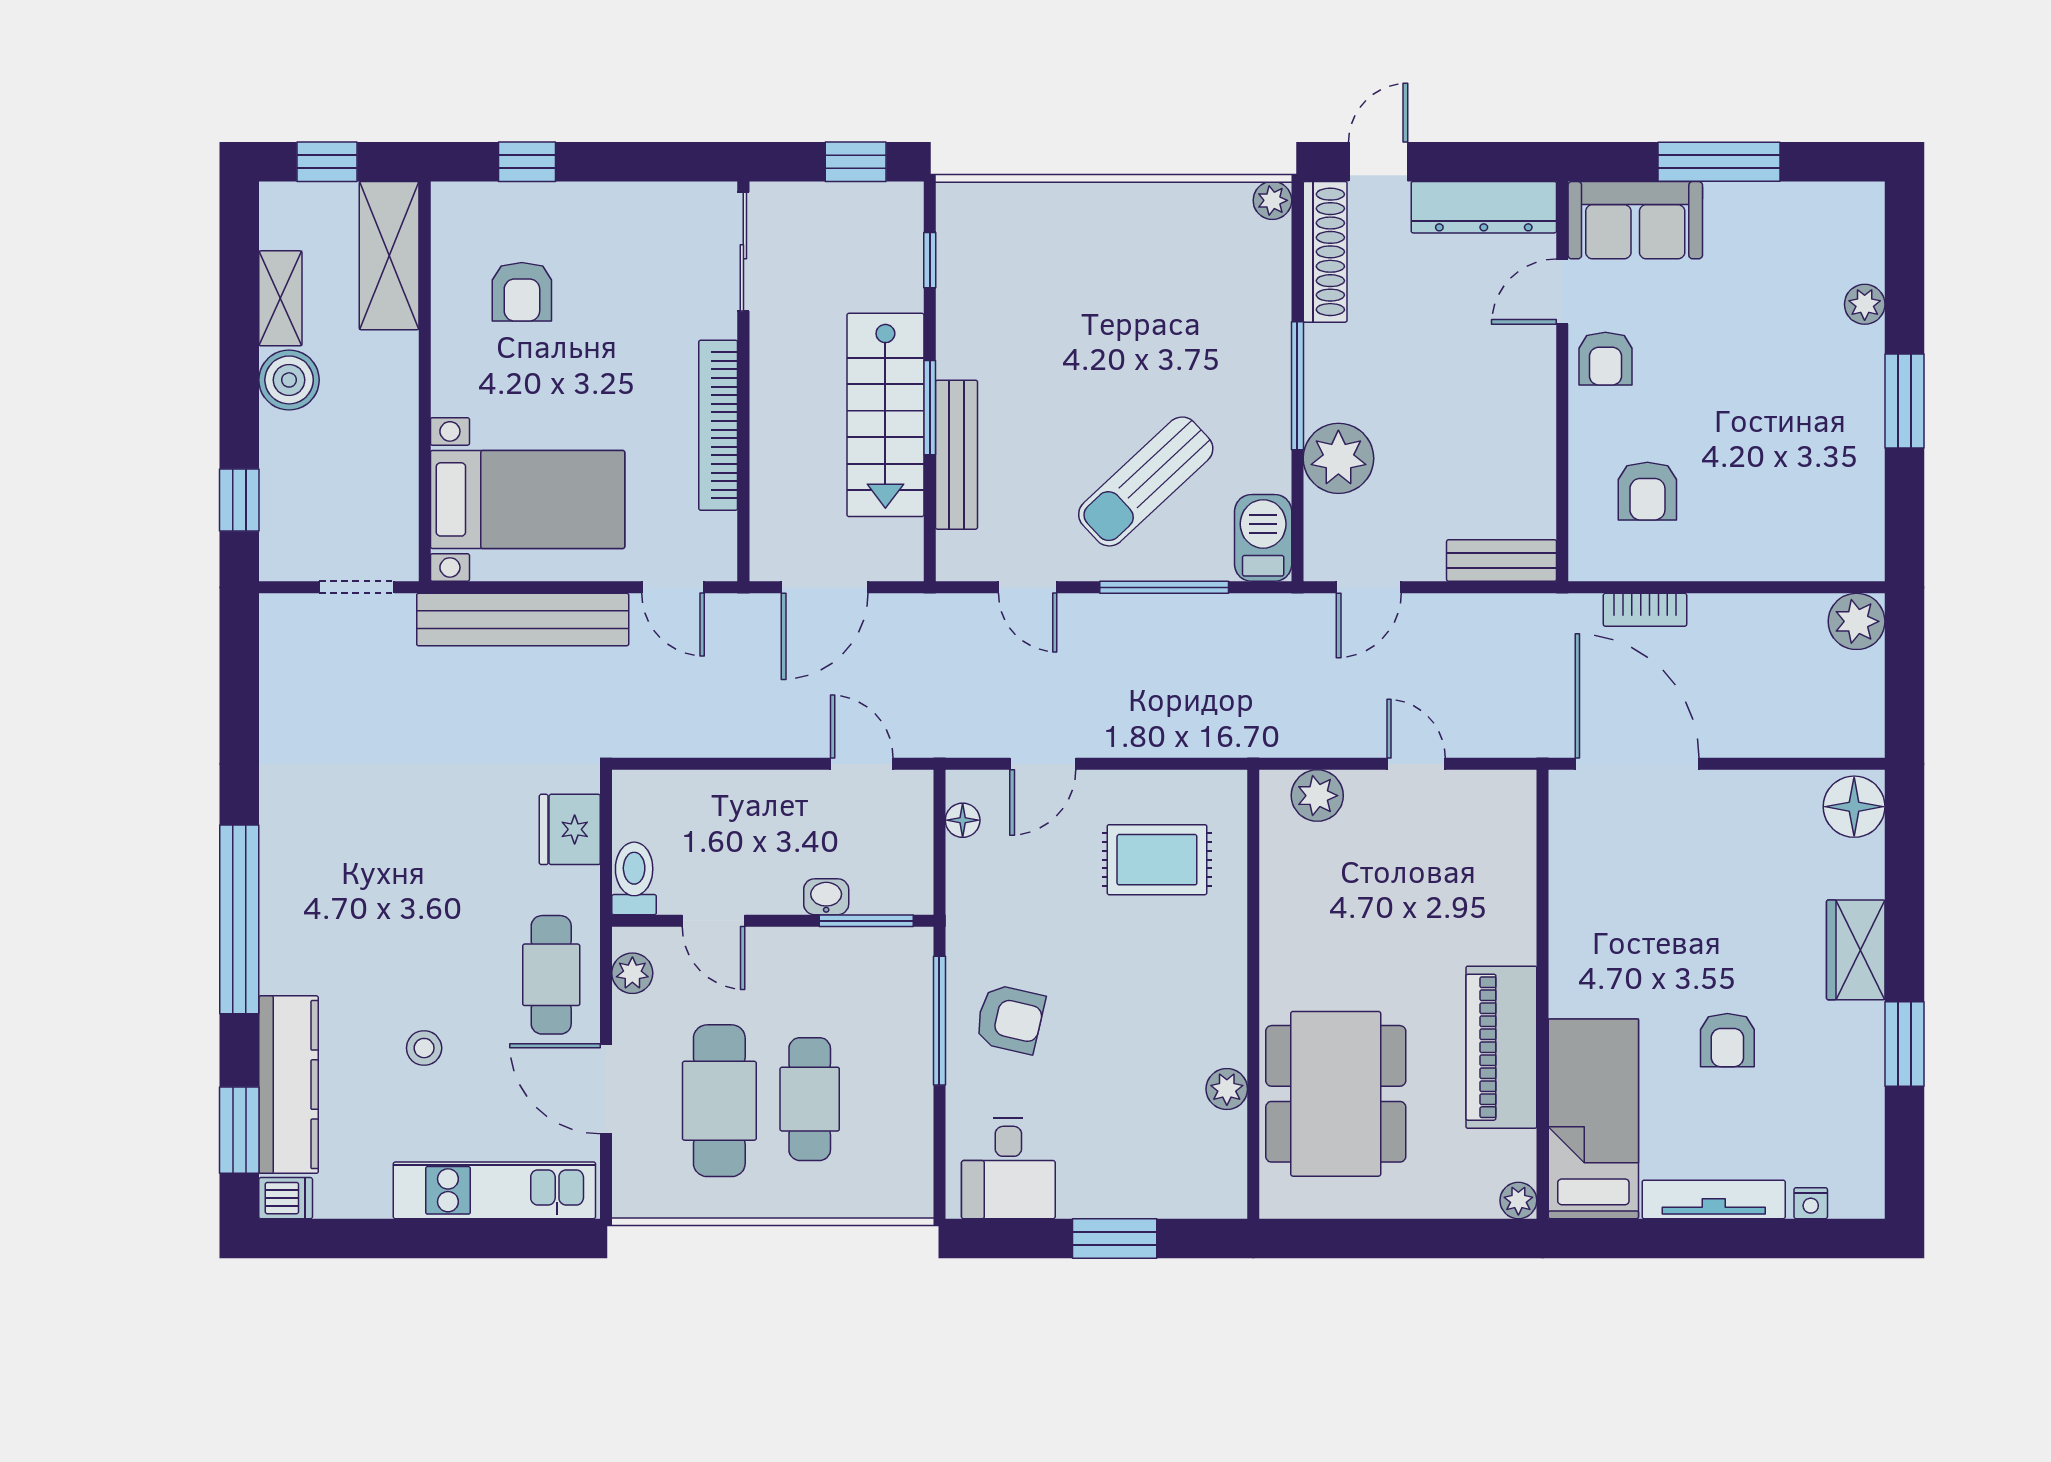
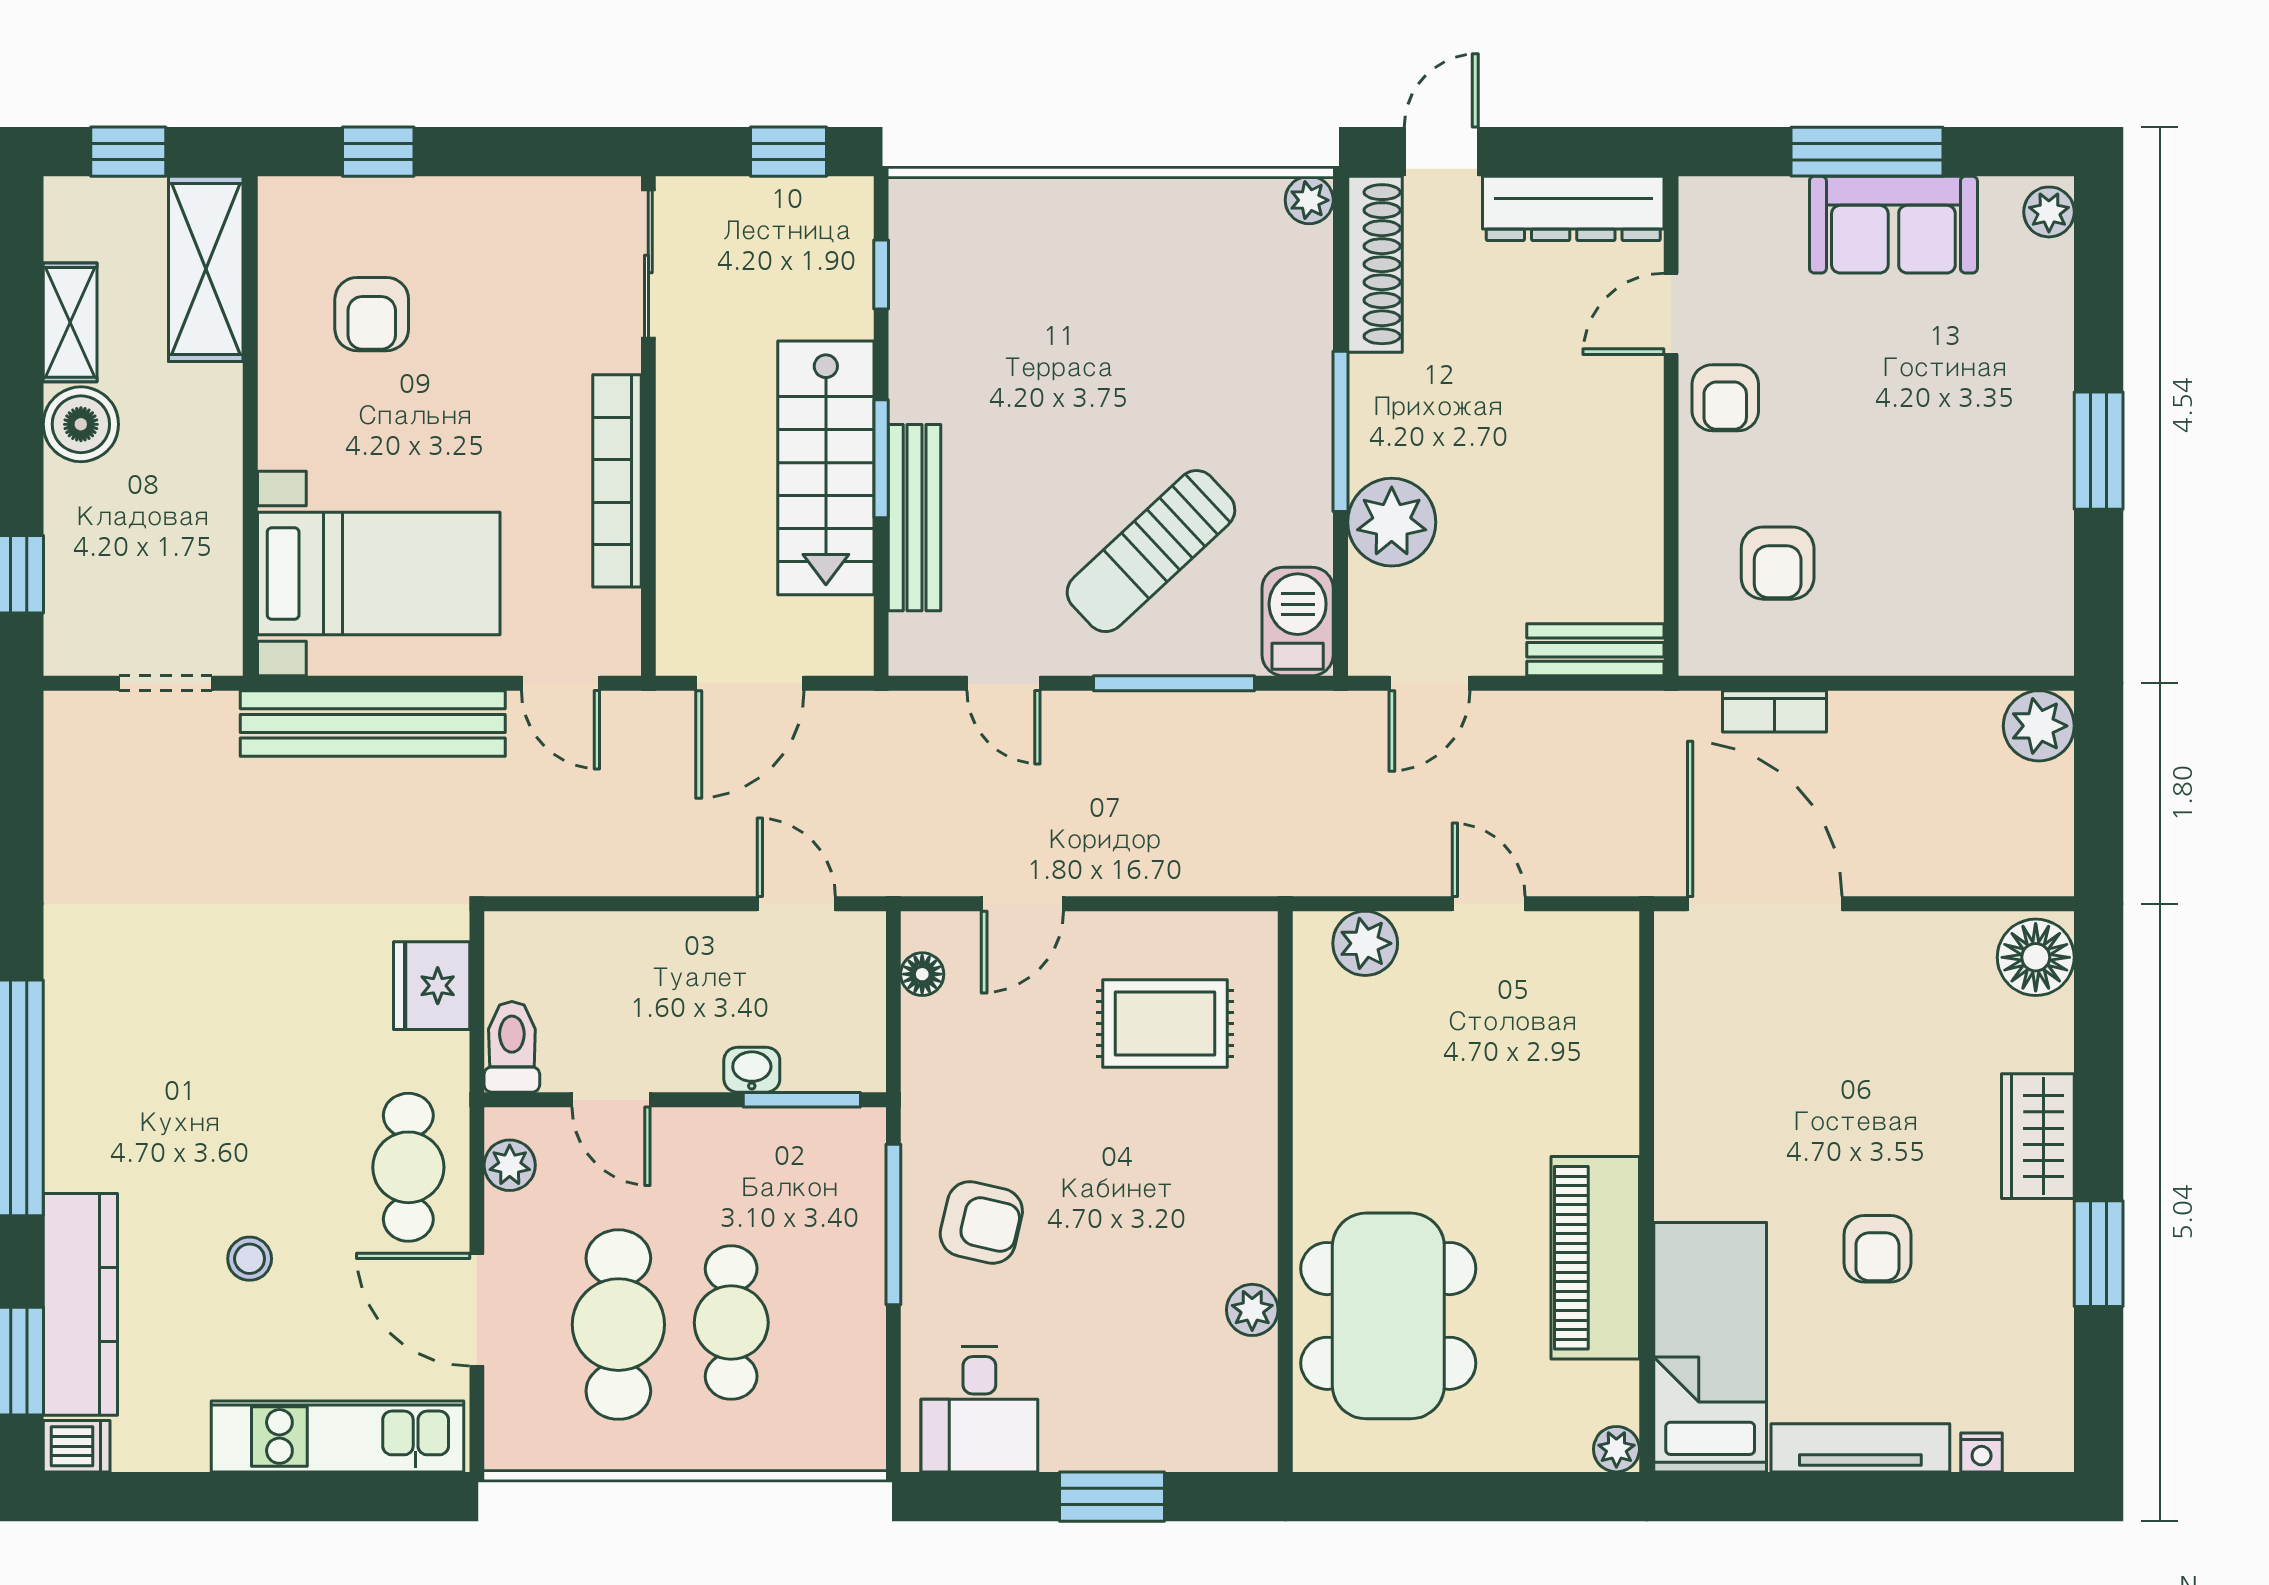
sofa: (1635, 220) -> (1893, 225), moved
plant: (1865, 304) -> (2049, 212), moved

